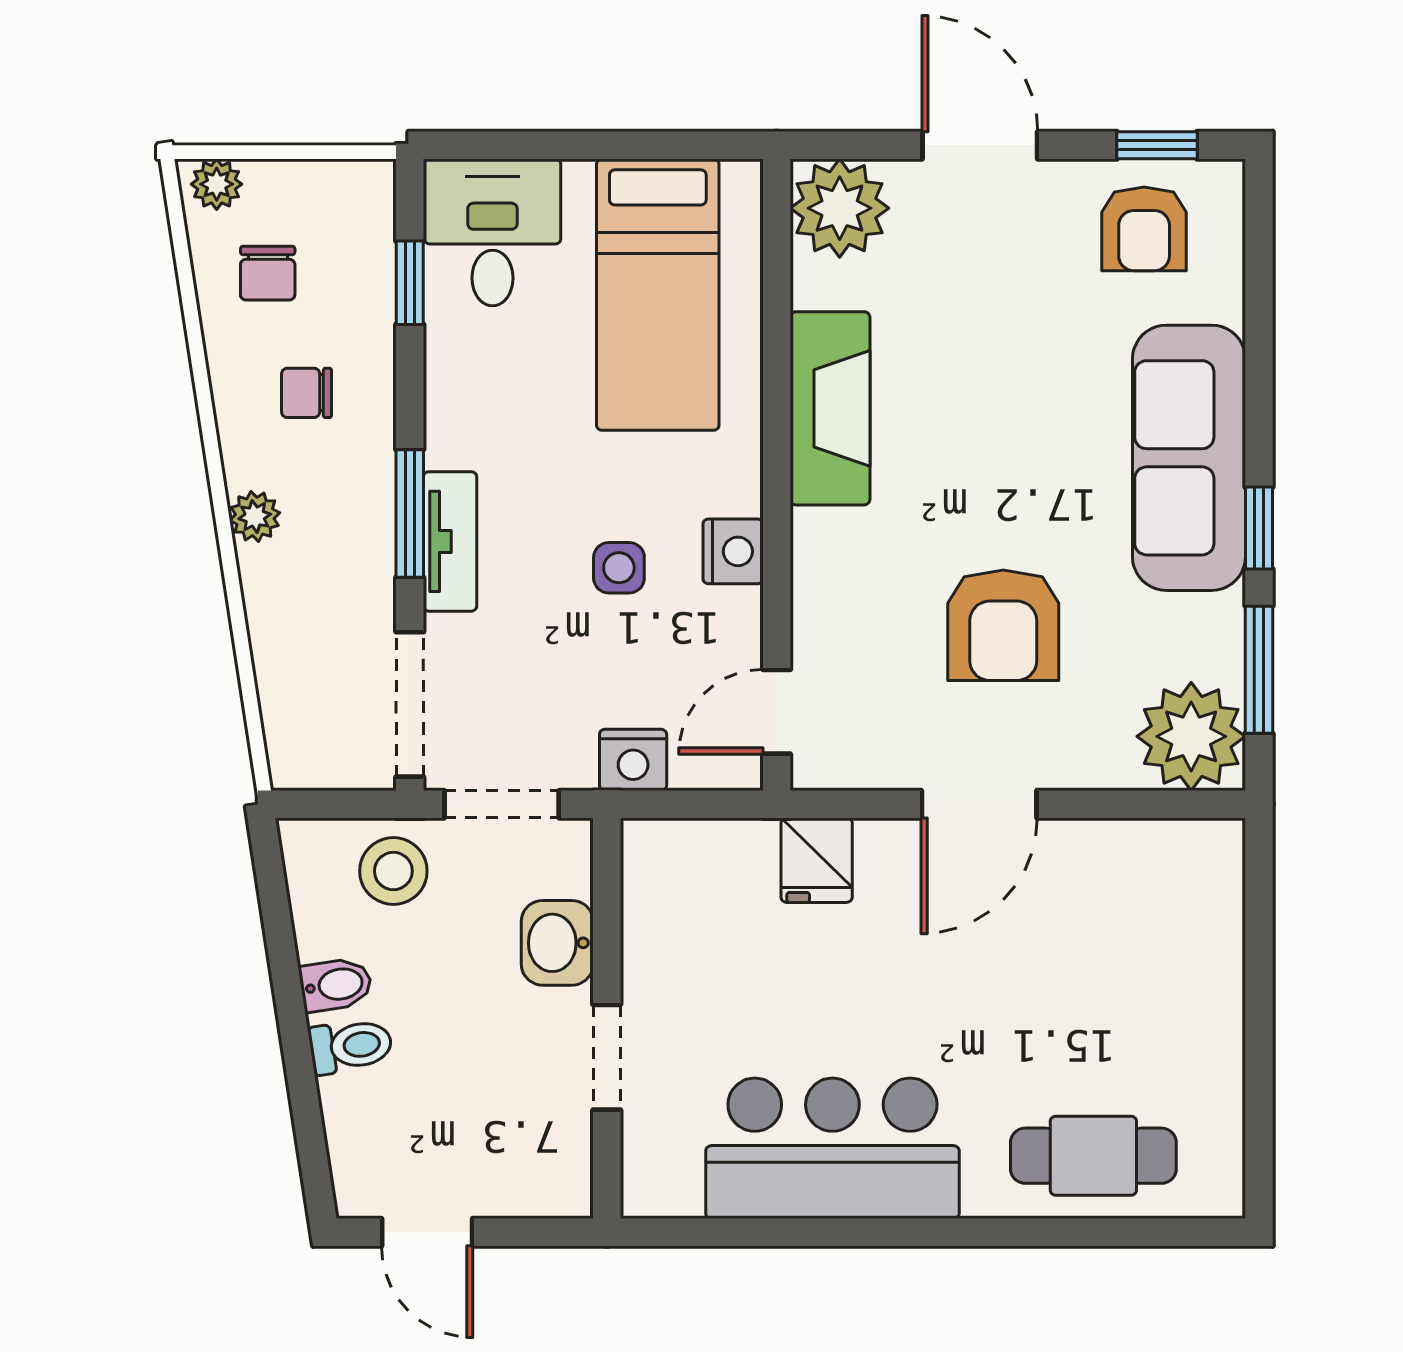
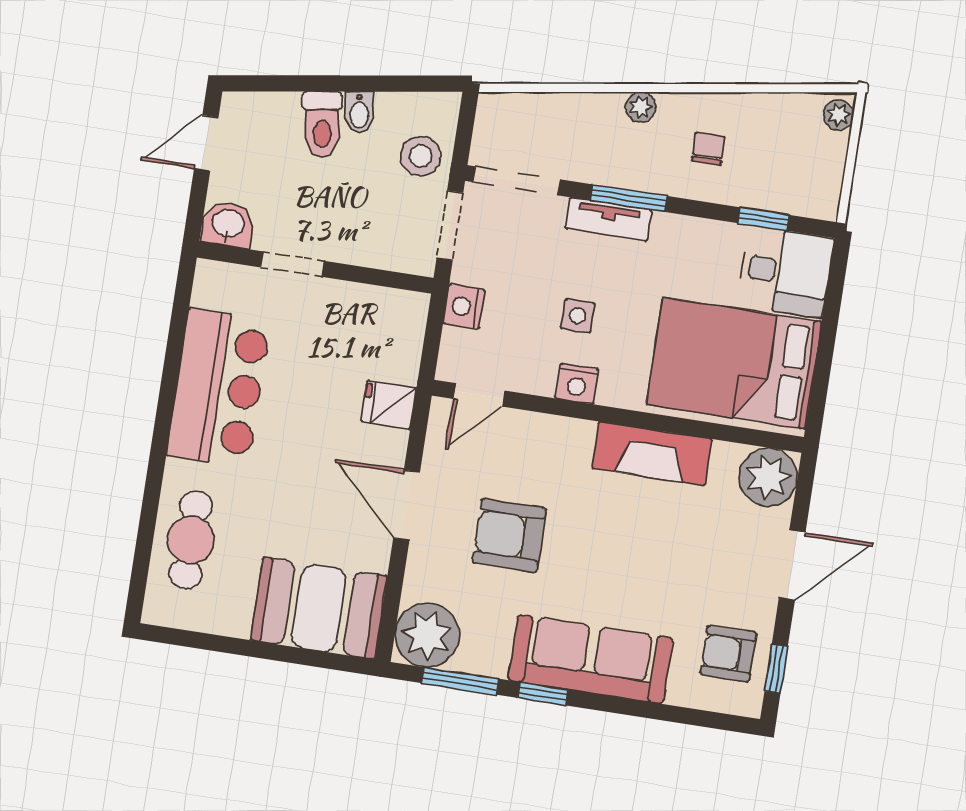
chair: (268, 273) -> (782, 137), removed
bed: (658, 295) -> (734, 363), width x1.50
door: (777, 712) -> (479, 395), swing flipped
booth: (1174, 924) -> (319, 608), added
washbasin: (557, 943) -> (228, 225), moved
toilet: (351, 1046) -> (322, 124), width x1.37, depth x1.39

